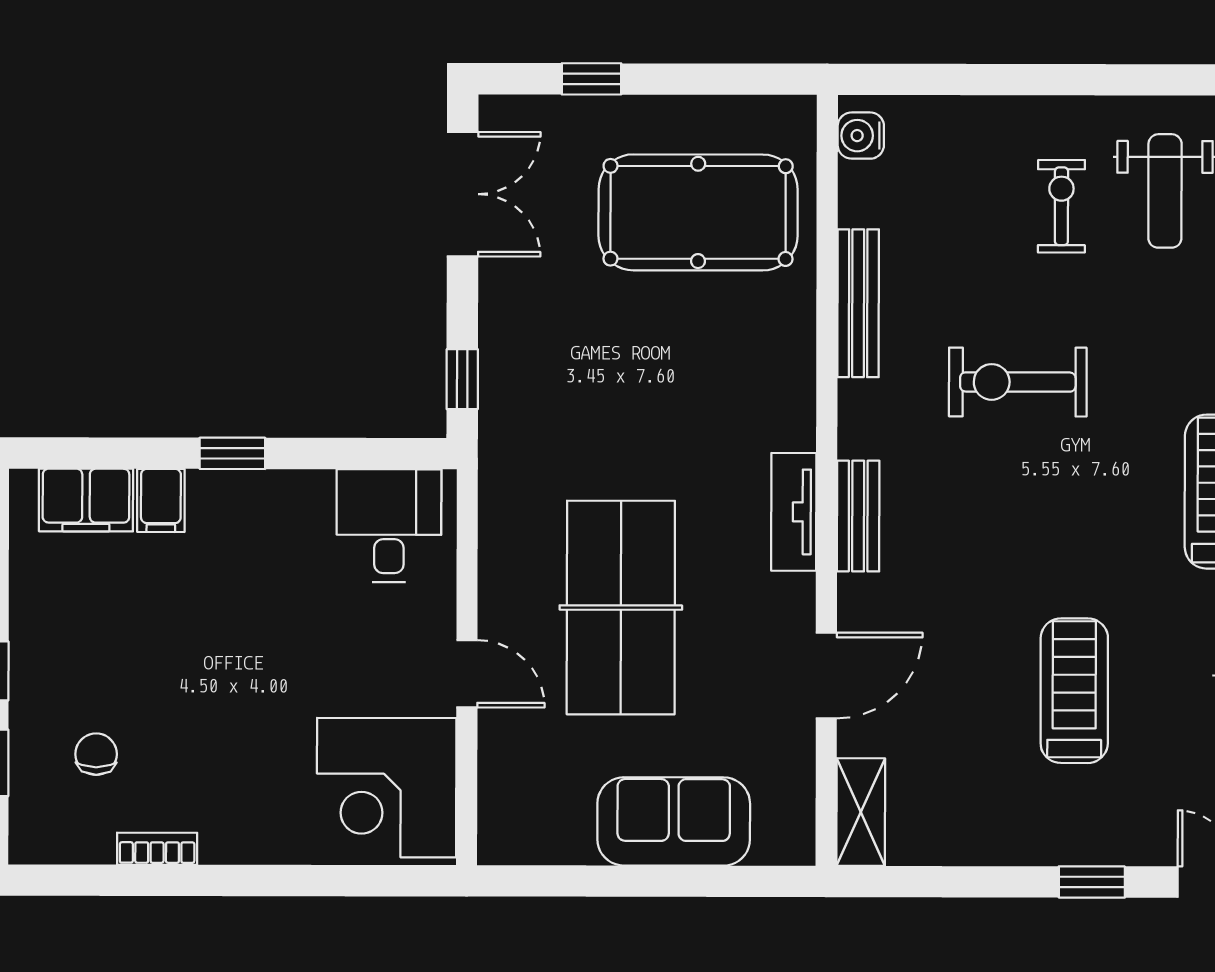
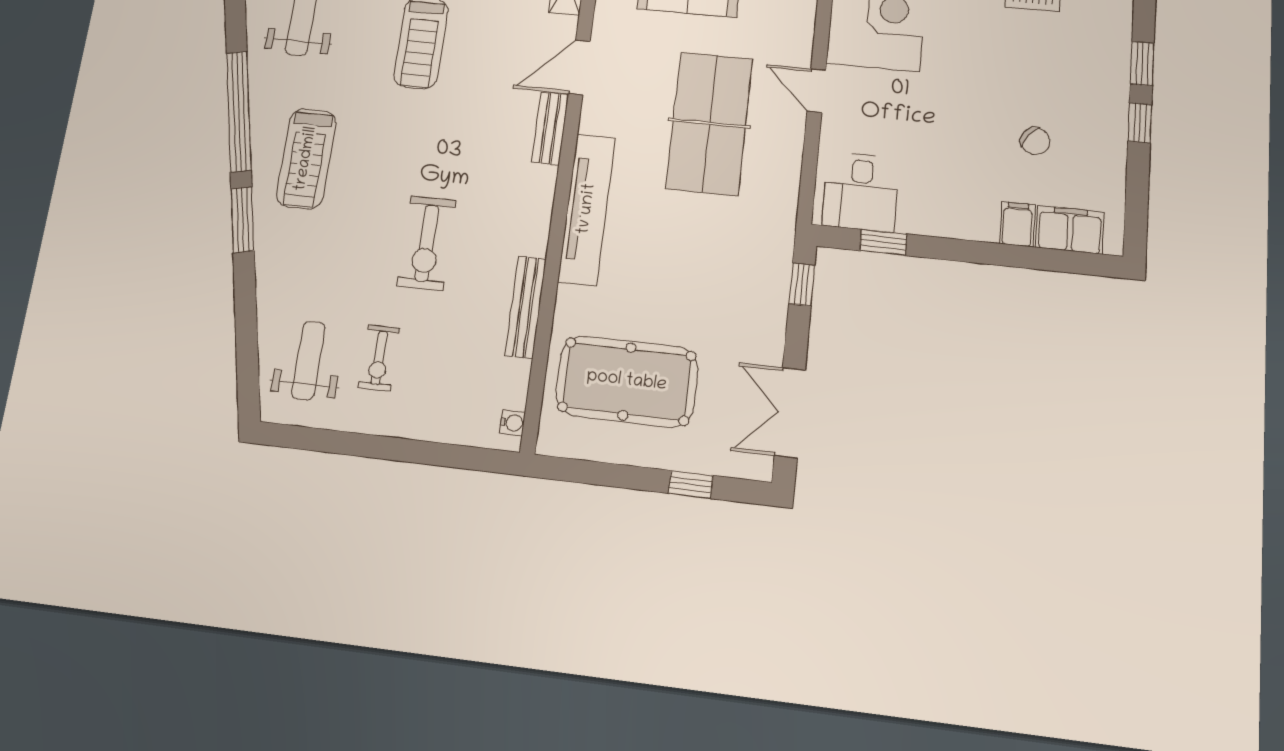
water cooler: (861, 136) -> (512, 423), width x0.72, depth x0.72
exercise bike: (1018, 382) -> (427, 243), turned 90
window: (232, 453) -> (883, 242), moved
tv unit: (794, 512) -> (587, 209), width x1.92, depth x1.29
bench: (858, 516) -> (550, 128), moved
chair: (96, 754) -> (1035, 141), moved, turned -53

